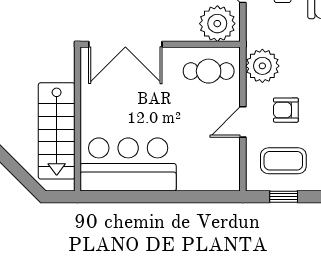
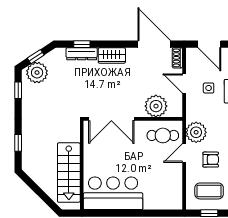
plant: (217, 24) -> (156, 106), moved
armchair: (286, 110) -> (211, 160), turned 180
door: (243, 122) -> (184, 153), moved

